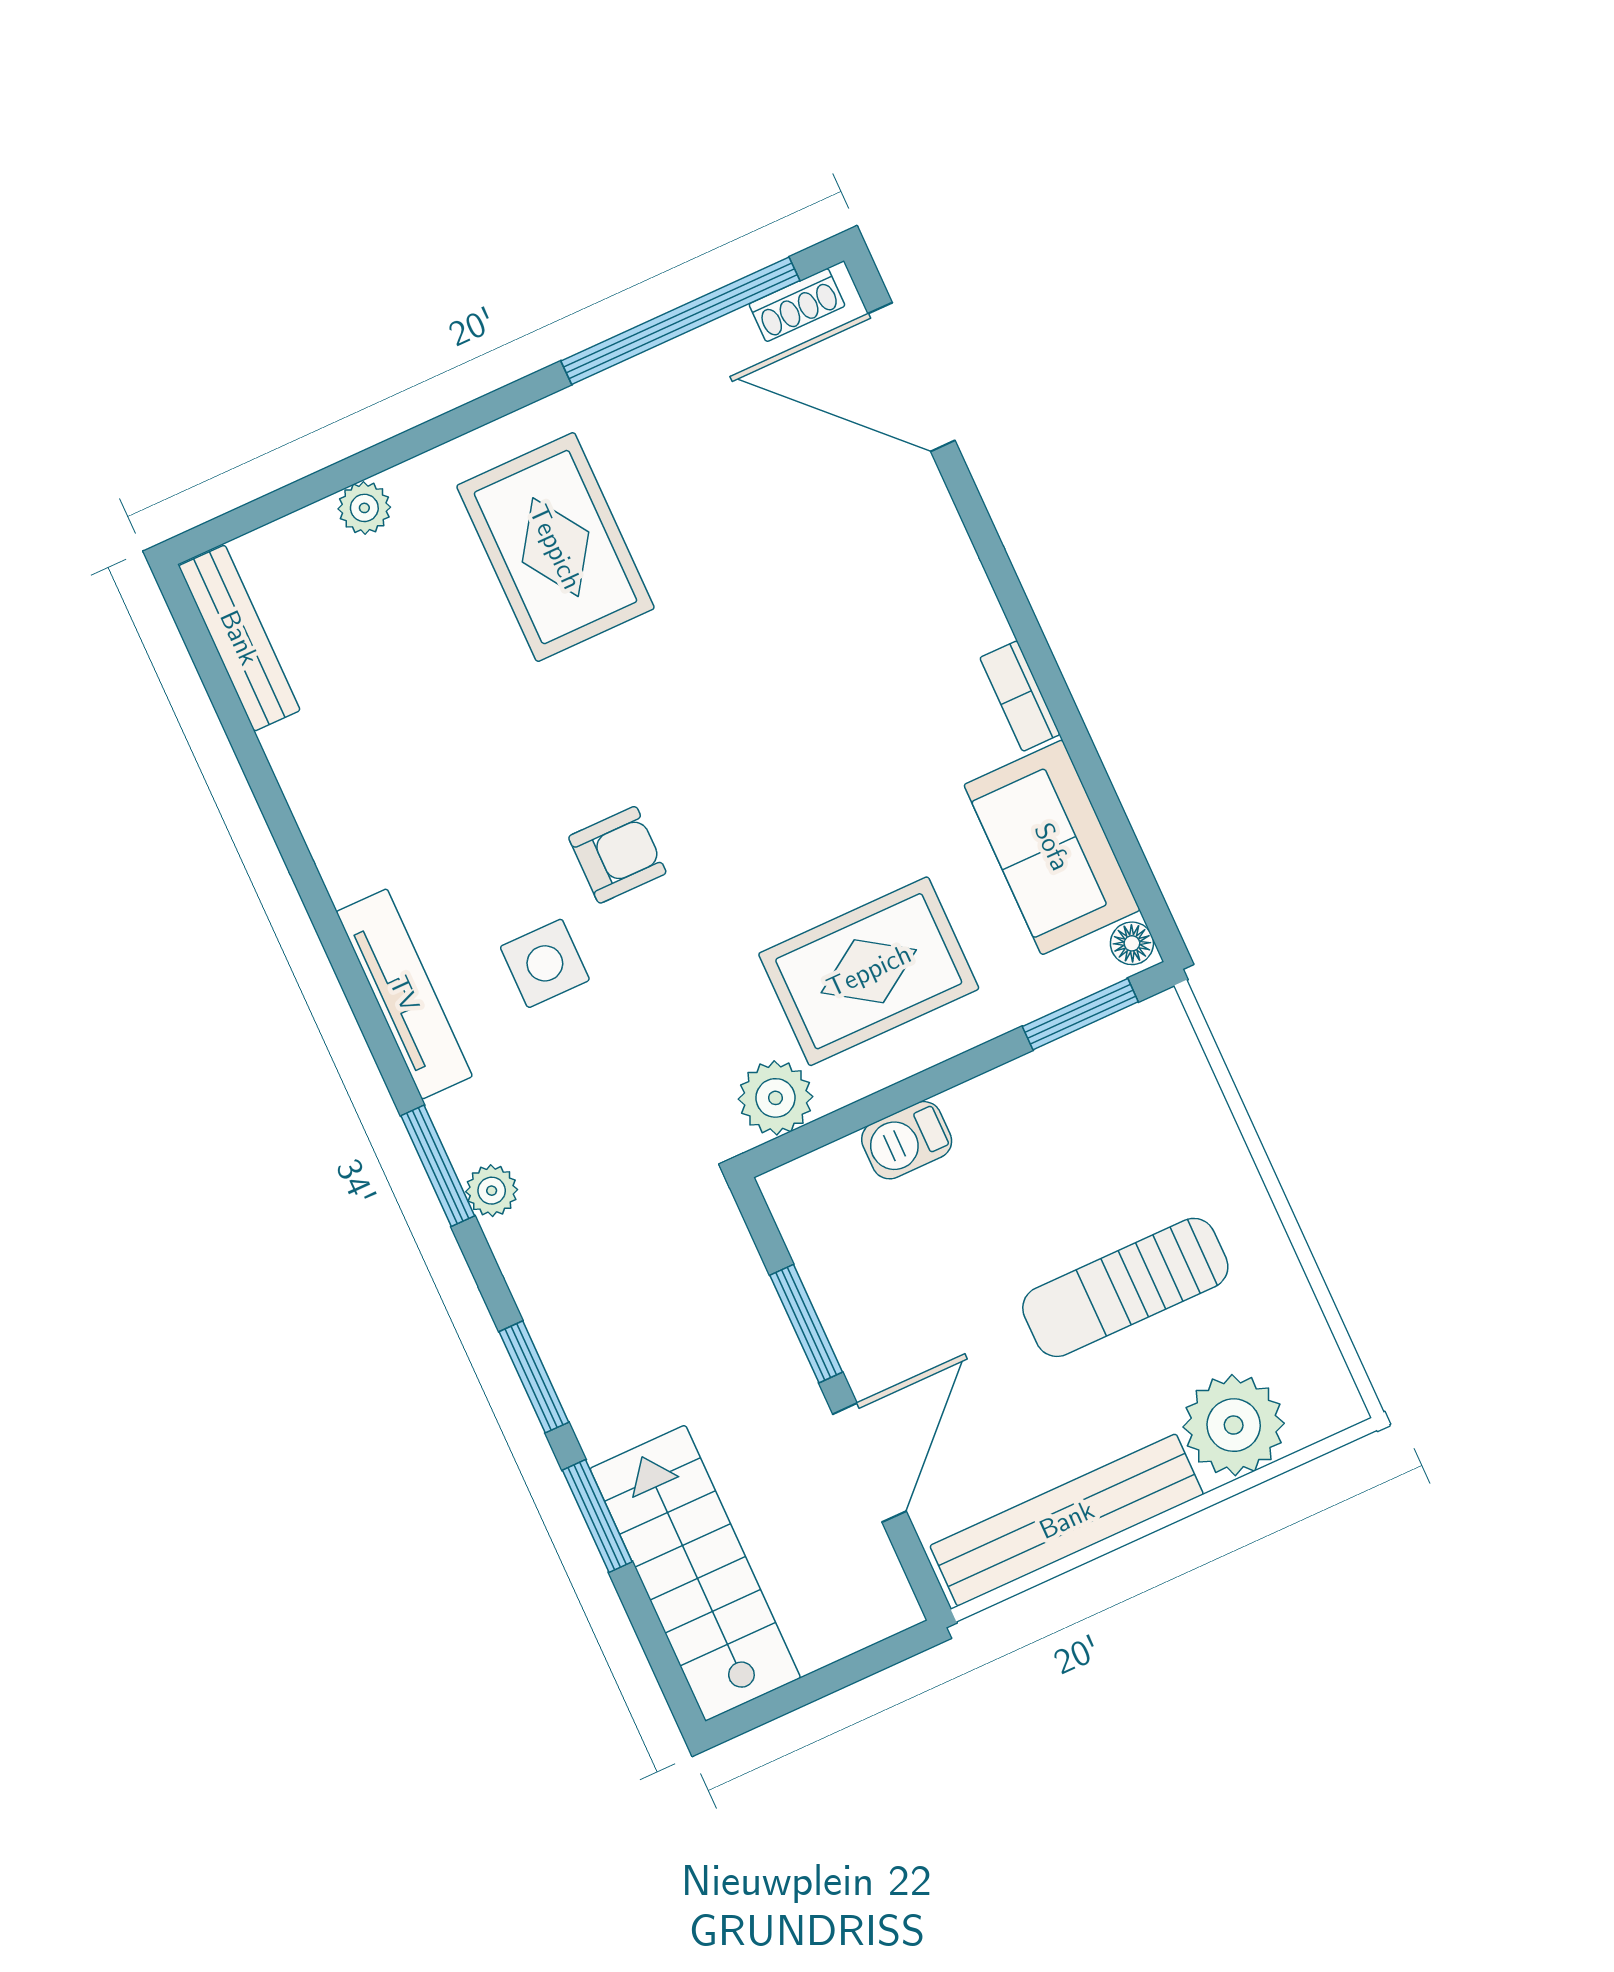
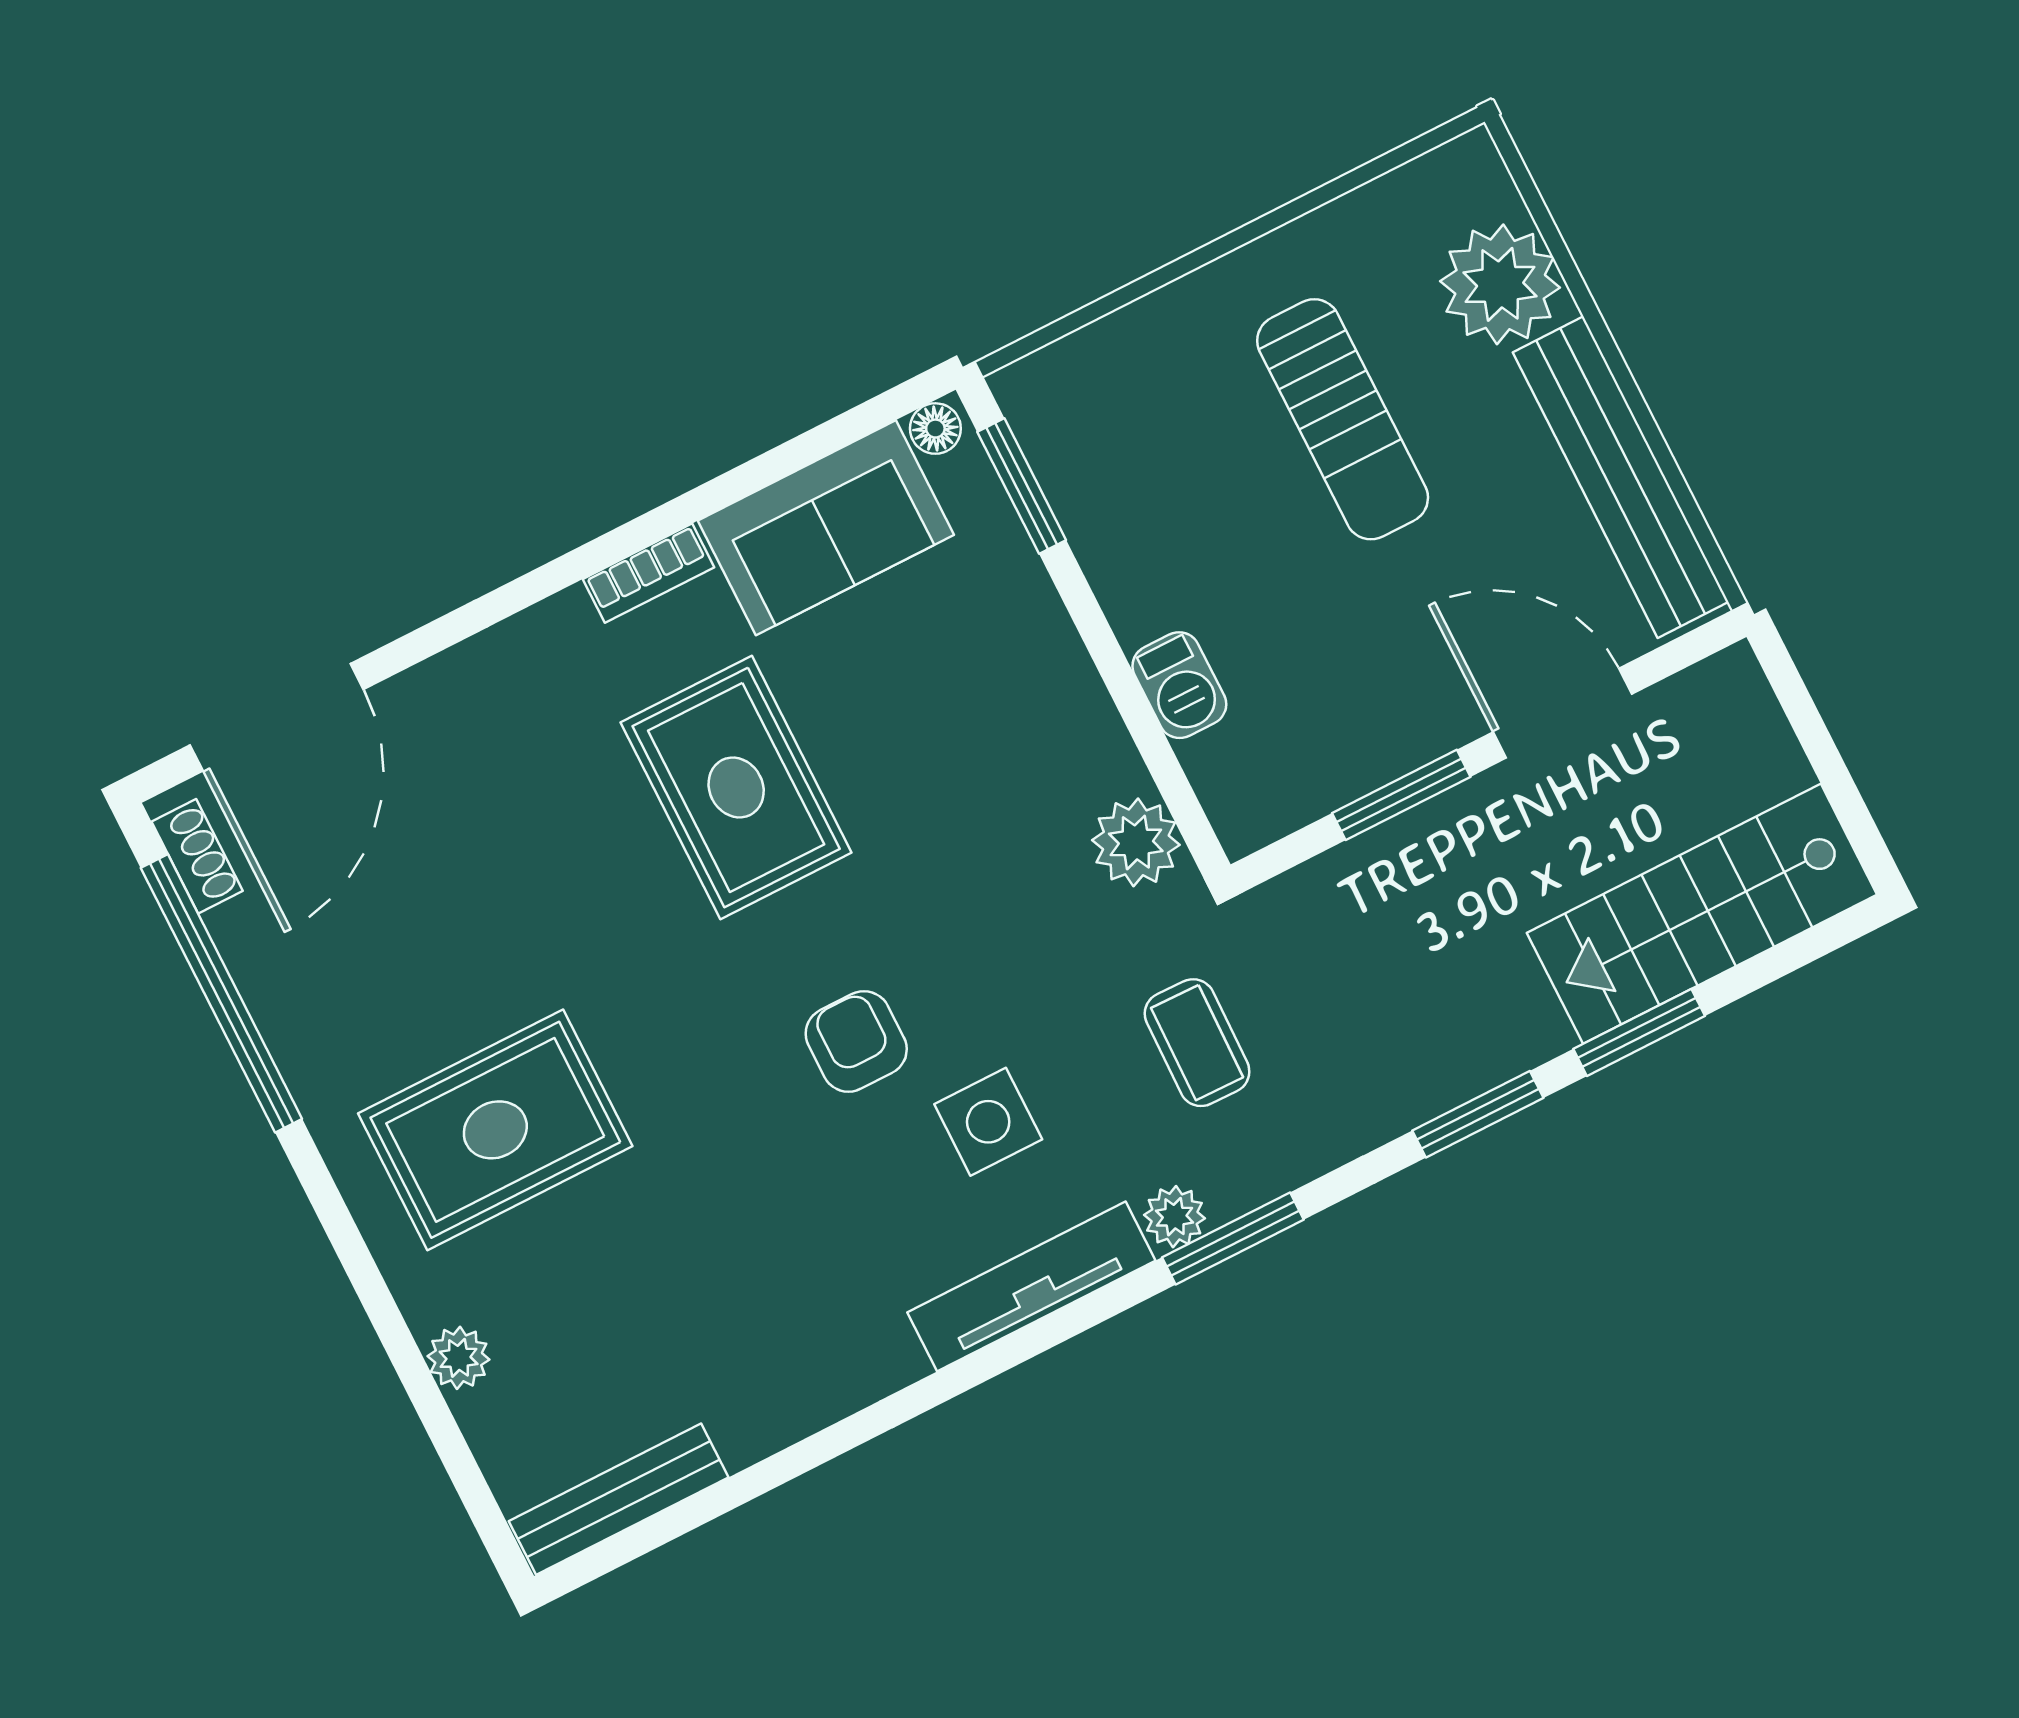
rug: (869, 971) -> (736, 787), moved
coffee table: (604, 1142) -> (1197, 1043), added
plant: (492, 1191) -> (1175, 1217), moved

